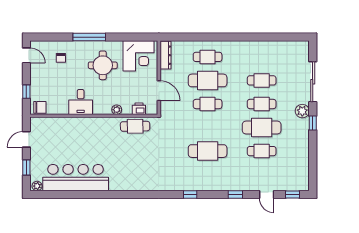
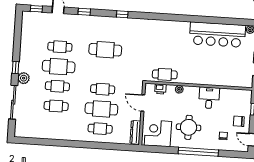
window: (89, 37) -> (198, 152), width x1.46
chair: (40, 107) -> (239, 121), moved

